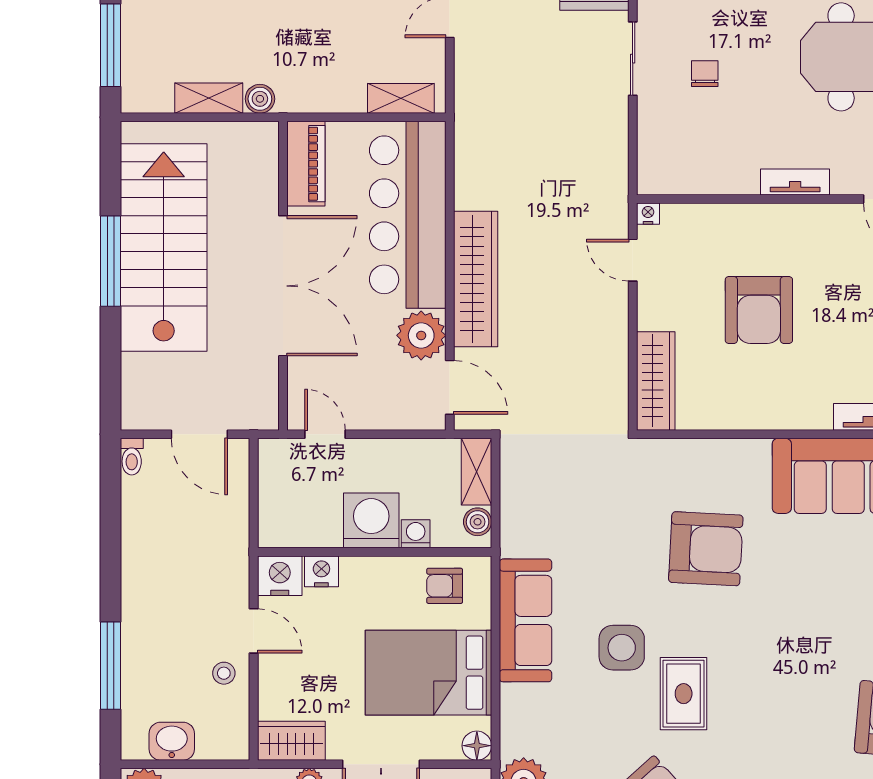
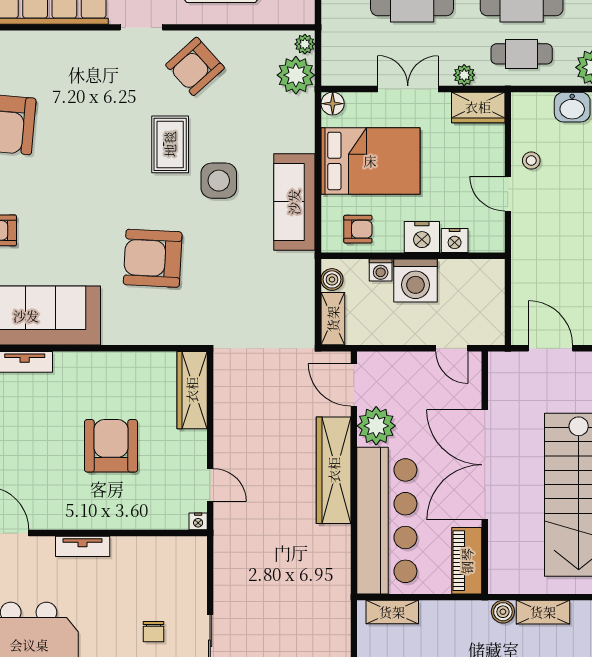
nightstand: (280, 576) -> (422, 237), moved

